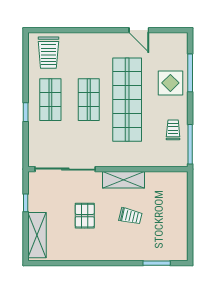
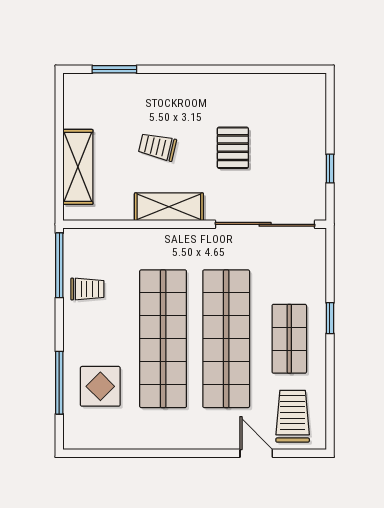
door: (139, 30) -> (256, 453), moved
display table: (170, 83) -> (100, 386), moved
shop shelf: (89, 100) -> (226, 339), width x2.00, depth x1.36
trolley: (173, 130) -> (87, 289), turned -90
shelving: (37, 235) -> (78, 167), moved

